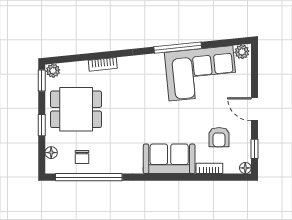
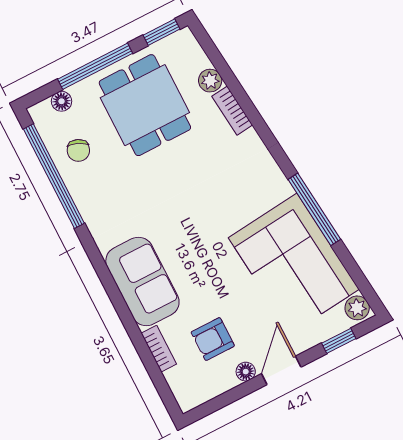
plant: (53, 71) -> (210, 81), moved
window: (42, 125) -> (95, 66), width x2.17
window: (254, 149) -> (339, 341), moved
chair: (82, 157) -> (78, 150), turned -67
floor lamp: (245, 168) -> (246, 372), moved

